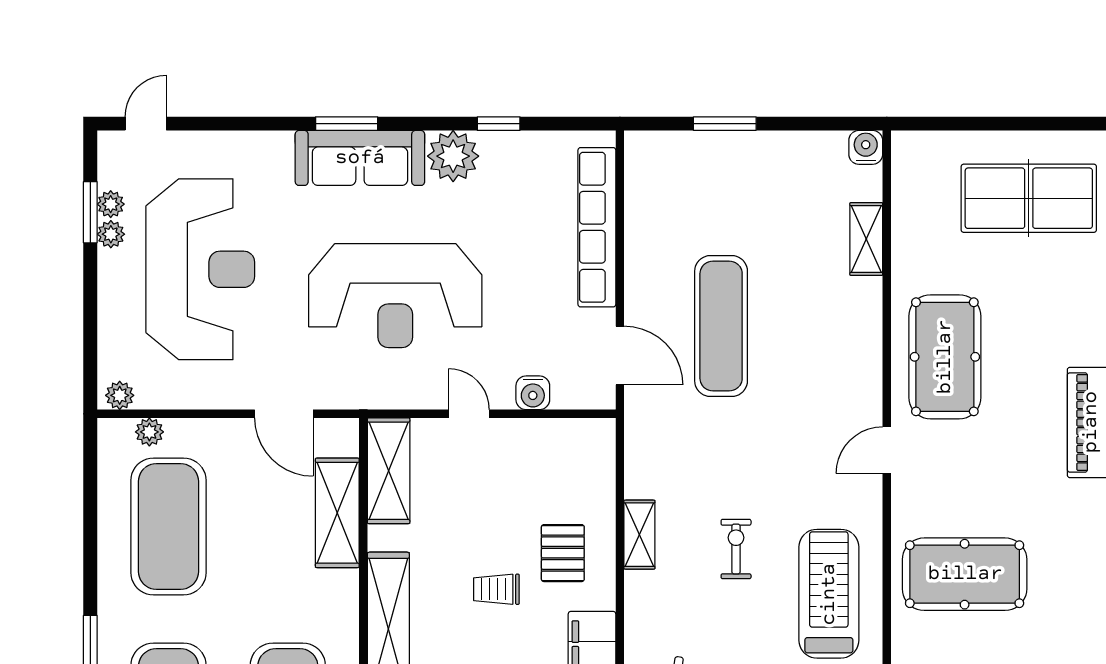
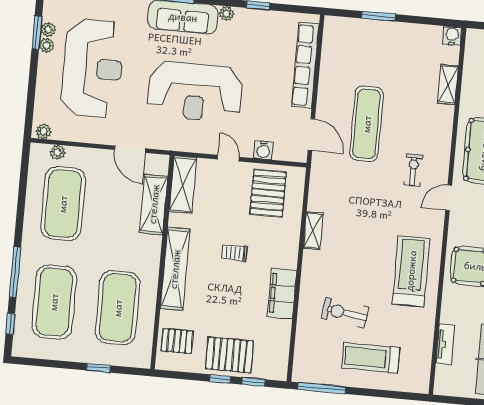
plant: (453, 156) -> (227, 14), width x0.53, depth x0.53
exercise bike: (736, 549) -> (413, 170), moved
pallet: (563, 553) -> (268, 193), moved, width x1.50, depth x1.42

